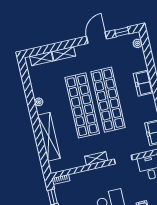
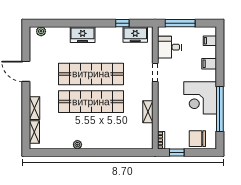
window: (122, 32) -> (26, 44), removed
shelving: (49, 137) -> (115, 142), removed
shelving: (96, 158) -> (148, 112), moved

